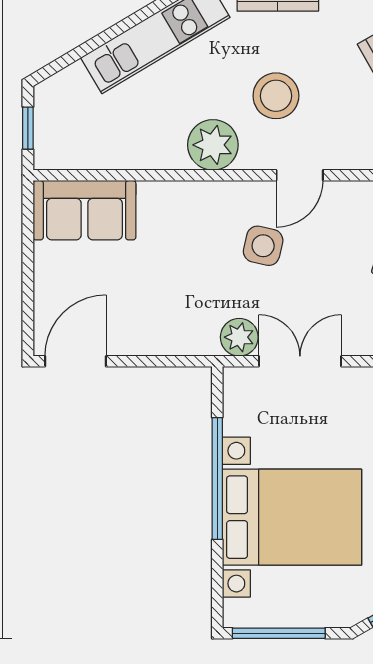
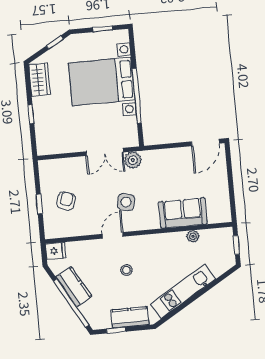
stool: (276, 96) -> (126, 270), width x0.53, depth x0.53
plant: (213, 145) -> (193, 236), moved, width x0.53, depth x0.53
sofa: (84, 210) -> (183, 213), moved
window: (279, 633) -> (103, 29), width x0.46

